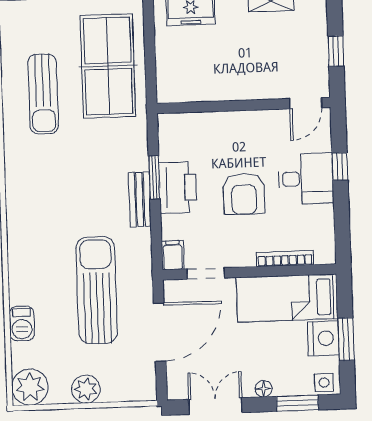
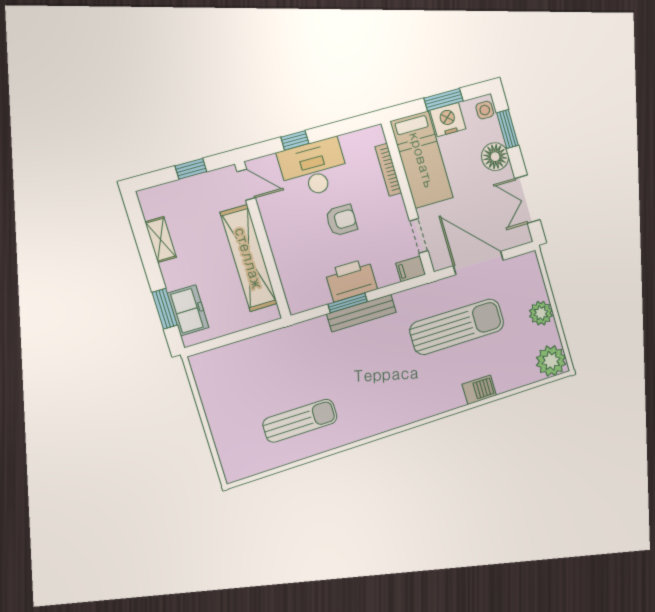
table tennis table: (108, 66) -> (260, 371), removed
shelving: (229, 86) -> (249, 258), added
desk: (306, 179) -> (314, 168), width x1.37
armchair: (244, 194) -> (341, 220), width x0.72, depth x0.72
bench: (140, 199) -> (361, 313), width x1.36
sun lounger: (97, 290) -> (457, 327), turned 180
barbecue: (22, 324) -> (479, 390), moved
floor lamp: (264, 389) -> (495, 157), width x1.89, depth x1.89

